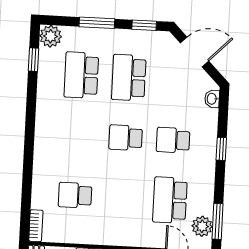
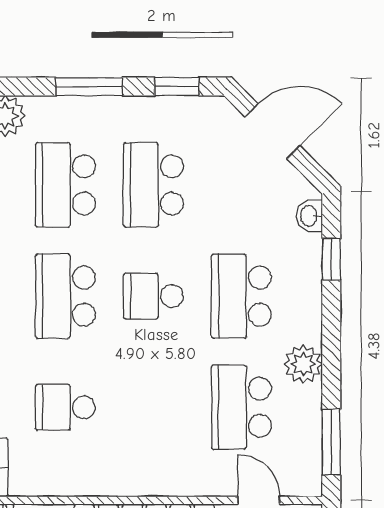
school desk: (78, 135) -> (65, 296), added
school desk: (173, 140) -> (241, 296), width x1.85
window: (221, 149) -> (331, 259), moved
plant: (202, 226) -> (303, 364), moved

